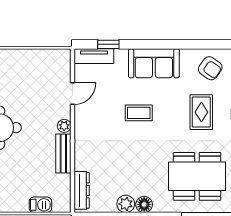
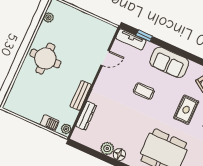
plant: (64, 126) -> (66, 129), moved
dresser: (82, 190) -> (86, 116), moved

